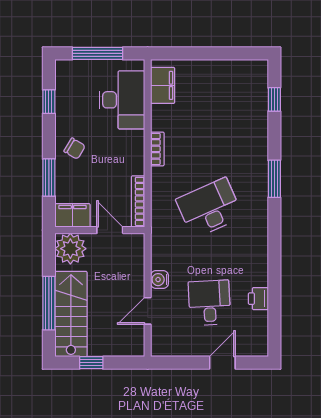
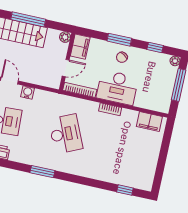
plant: (62, 67) -> (175, 61), added
desk: (122, 100) -> (117, 87), moved
window: (49, 178) -> (119, 40), moved
window: (274, 179) -> (42, 172), moved
plant: (70, 249) -> (65, 37), width x0.53, depth x0.53

